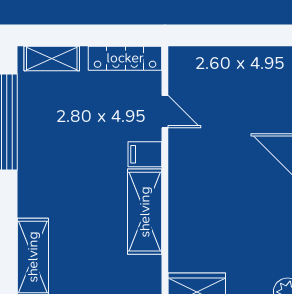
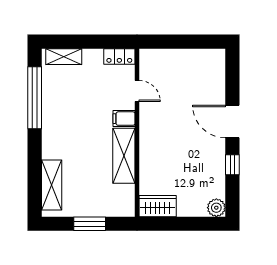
locker: (125, 58) -> (119, 56), width x0.66

